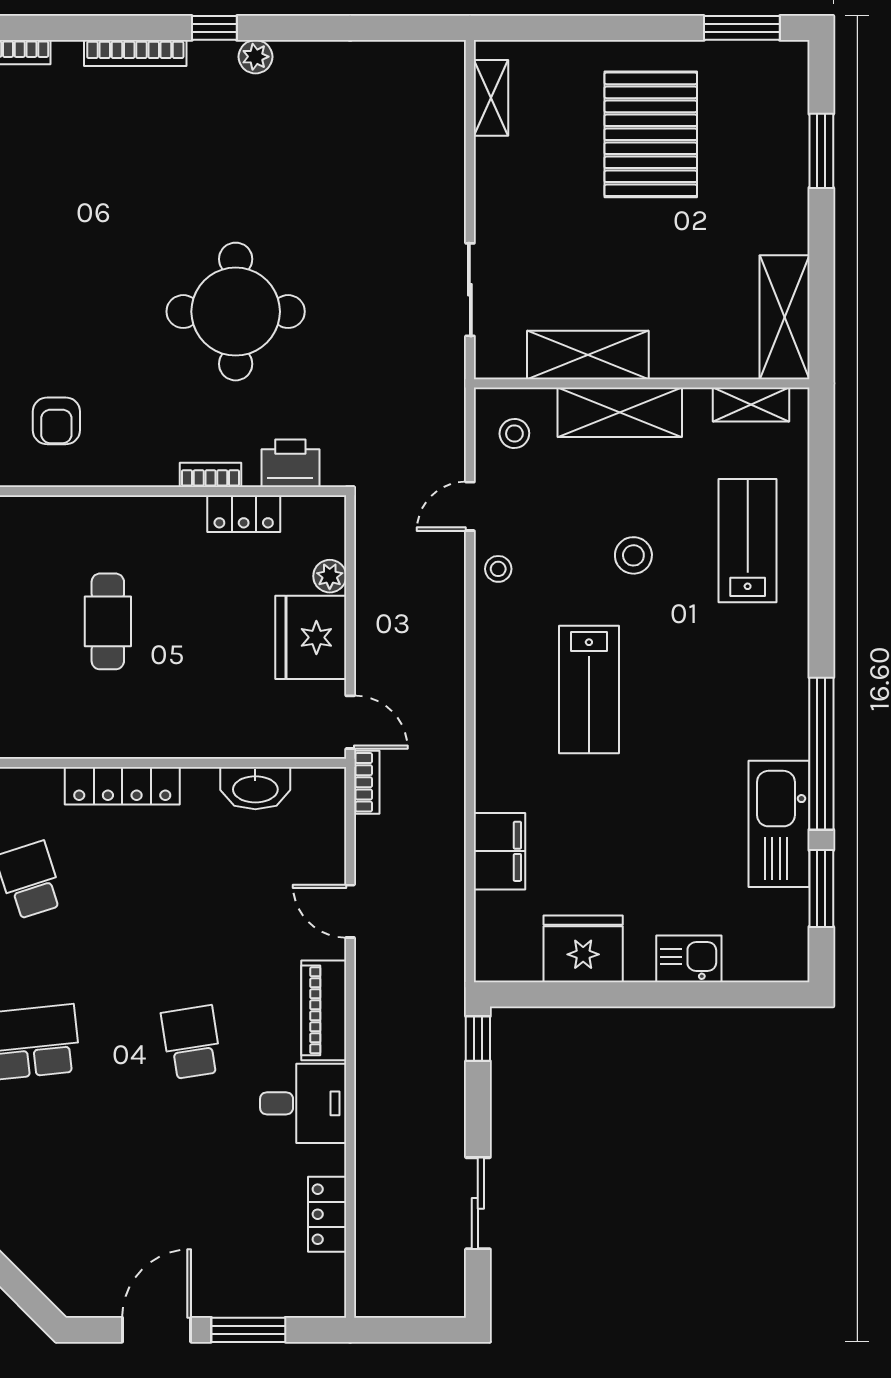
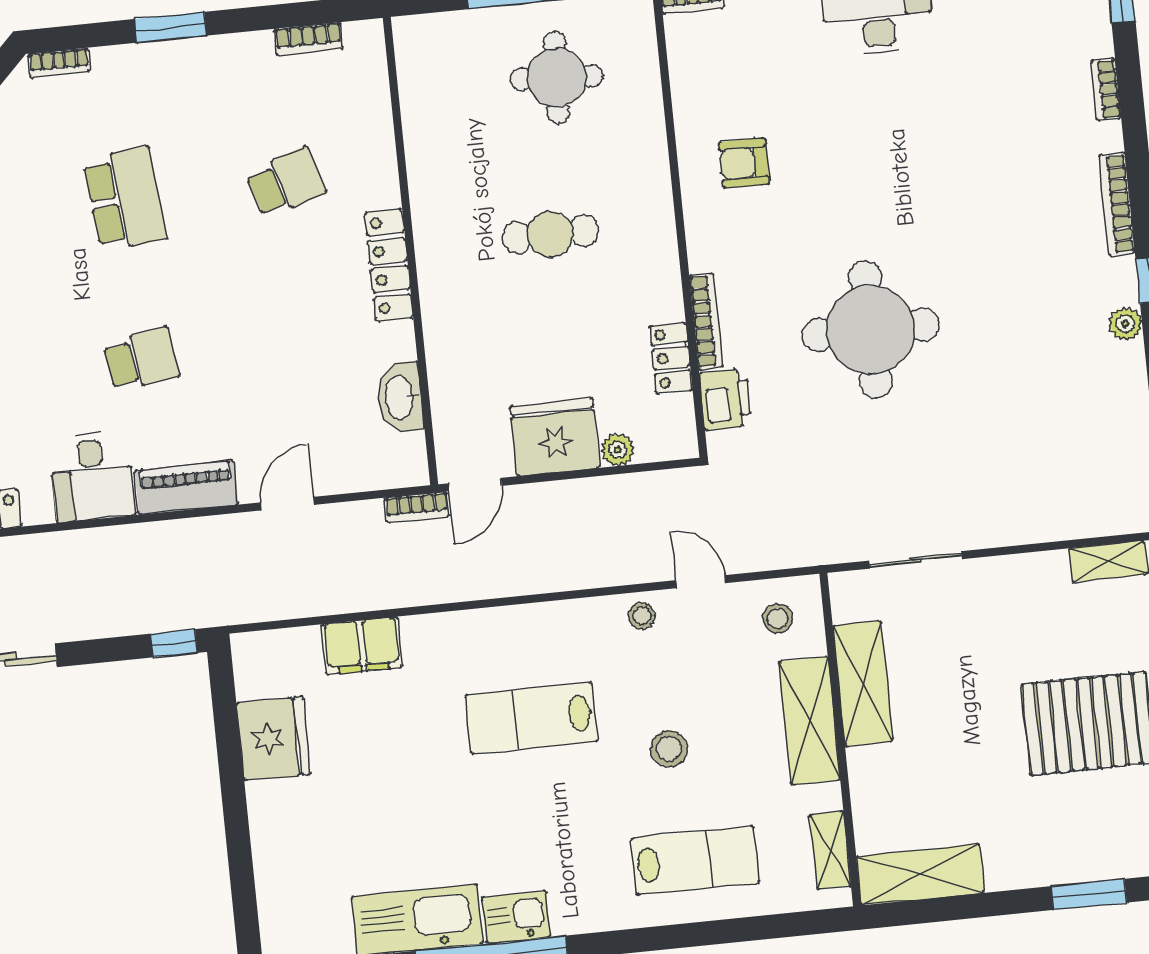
bookcase: (211, 475) -> (706, 321), width x1.56
kitchen sink: (689, 959) -> (516, 917), moved, turned -90

